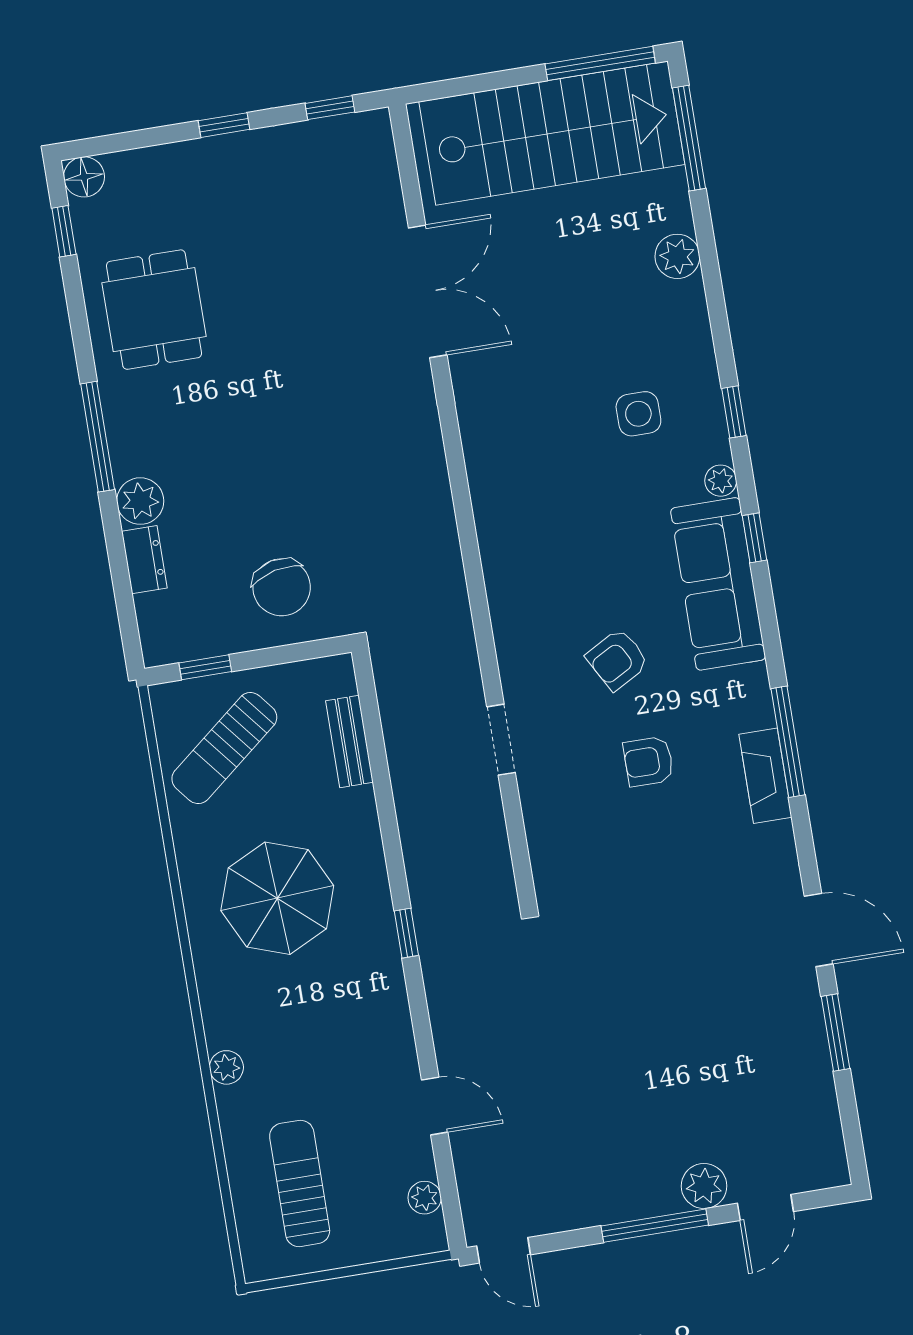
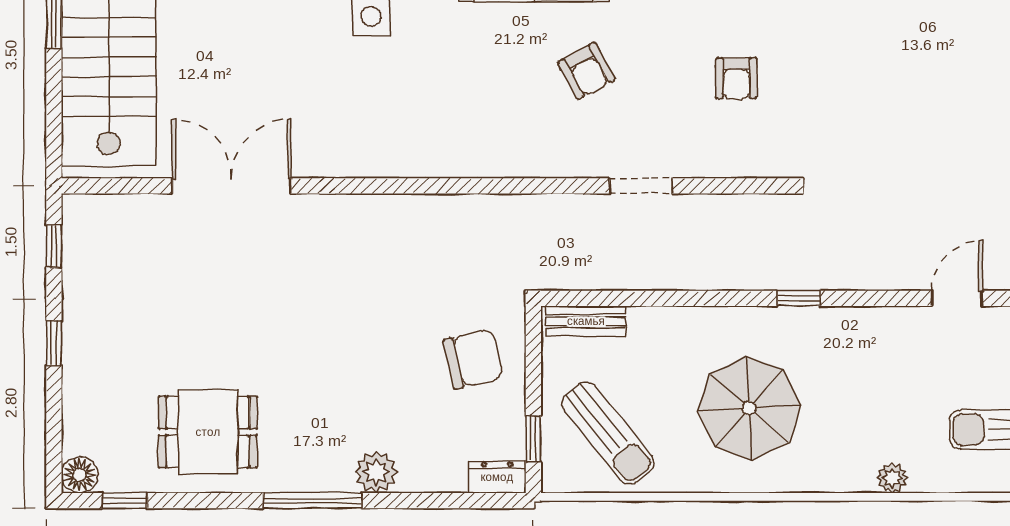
dresser: (144, 560) -> (497, 477), moved
bench: (349, 741) -> (586, 321), moved
armchair: (648, 761) -> (736, 78), moved

